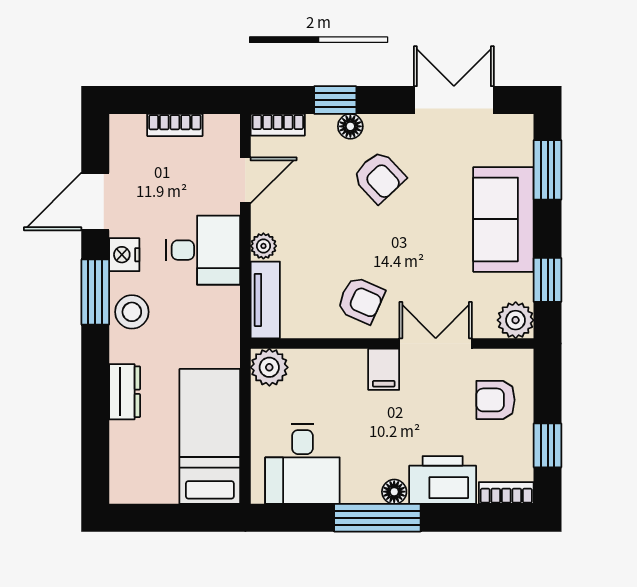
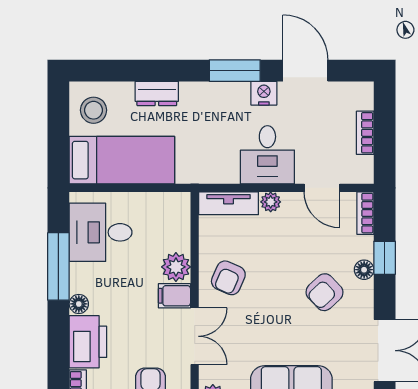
stool: (132, 312) -> (94, 110), moved
plant: (269, 367) -> (176, 267), moved
window: (377, 518) -> (58, 266), moved

